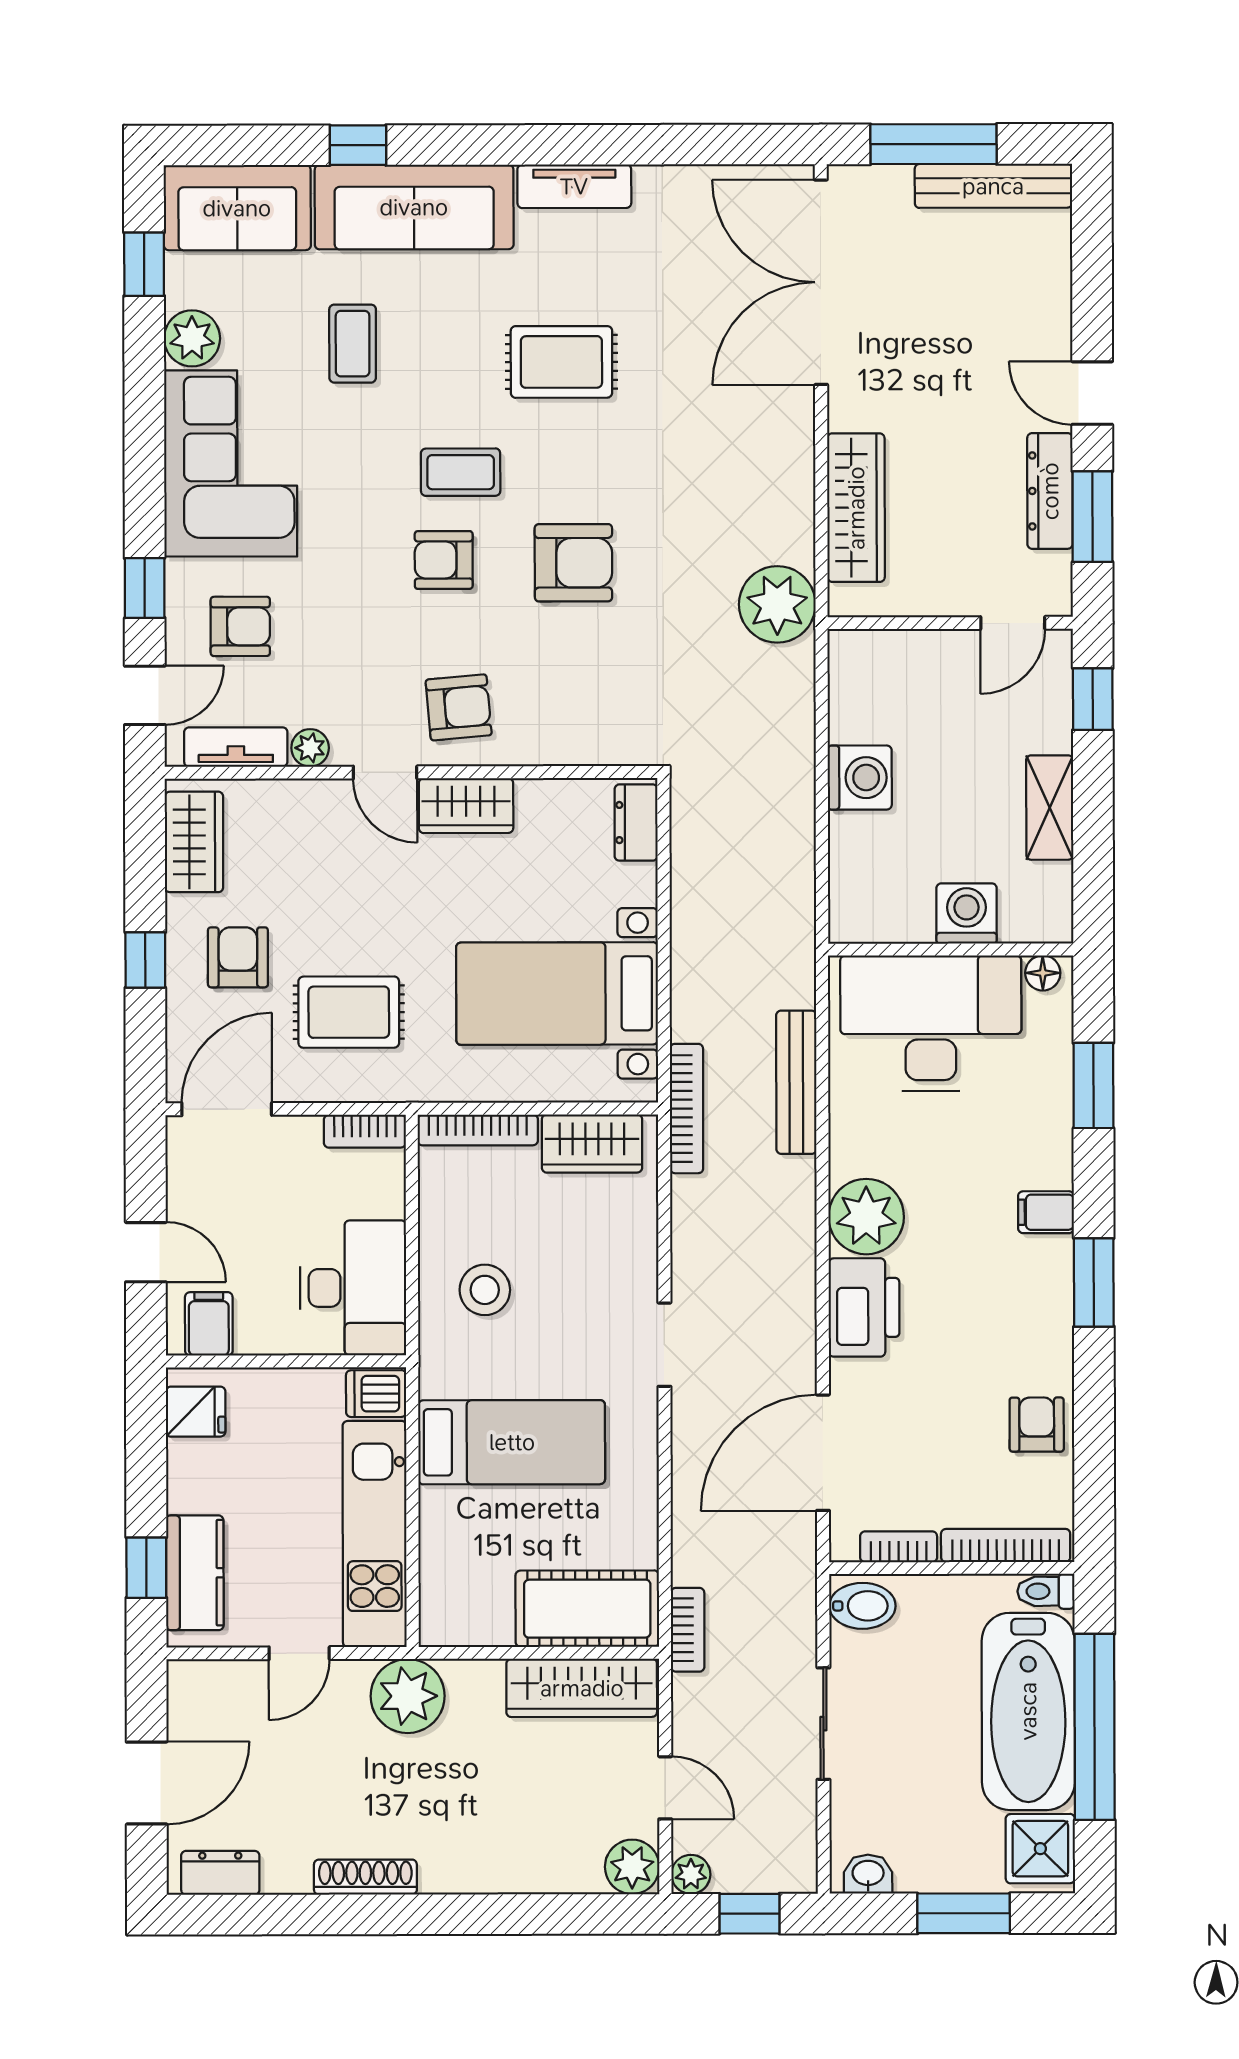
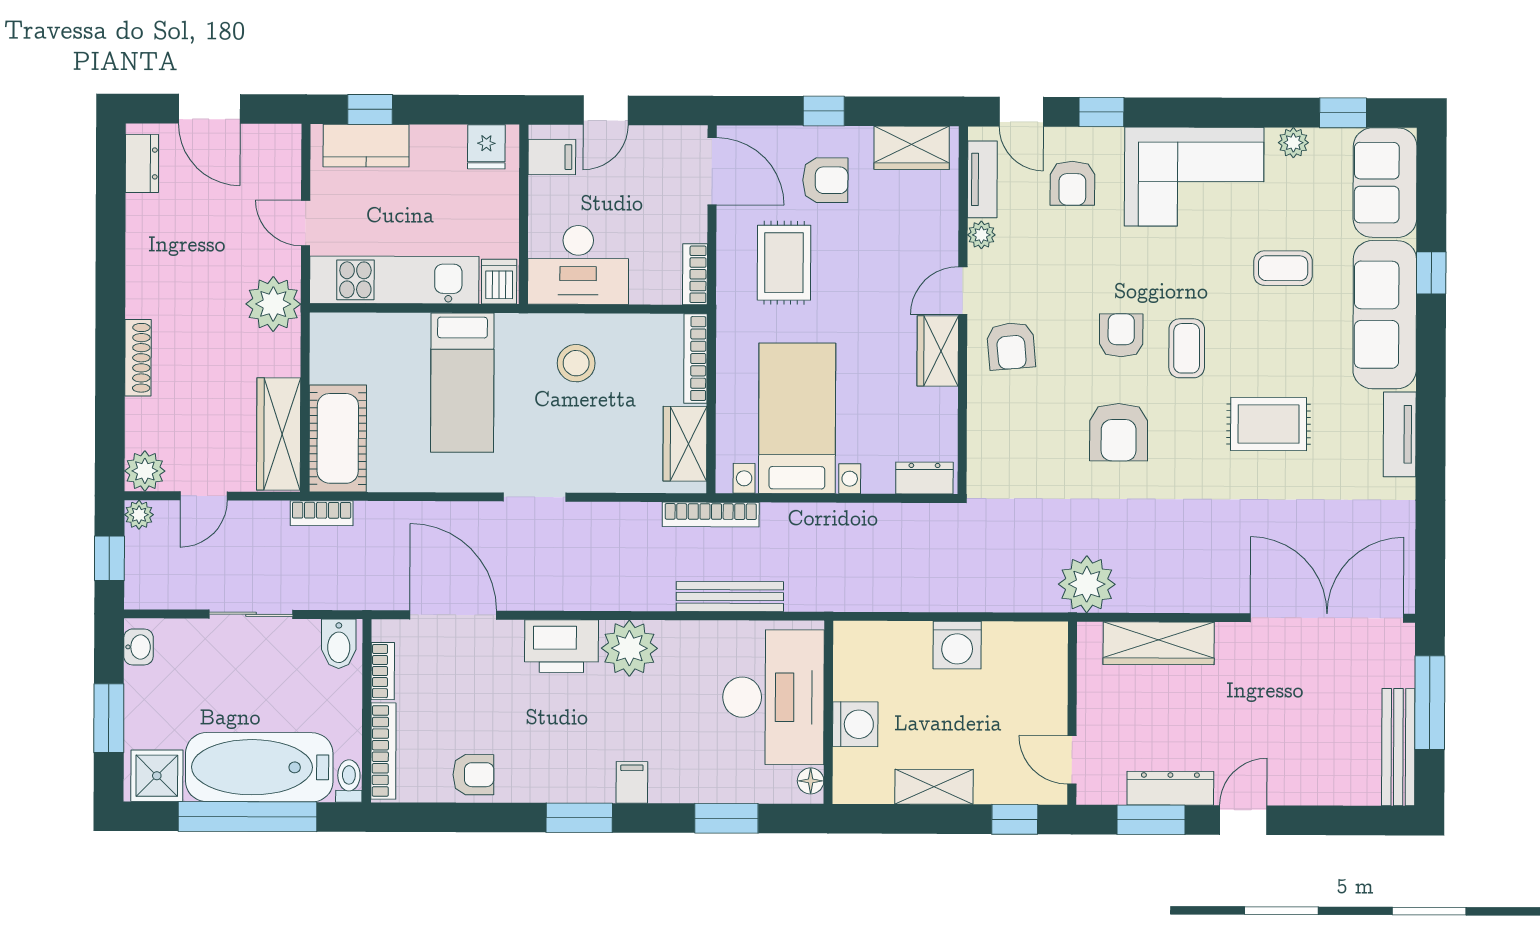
plant: (192, 338) -> (1293, 143), width x0.73, depth x0.73
rug: (561, 362) -> (1269, 424), turned 90
shoe rack: (365, 1877) -> (138, 358), moved

